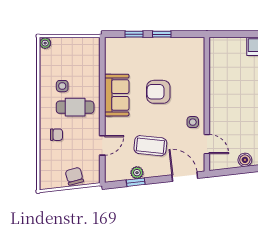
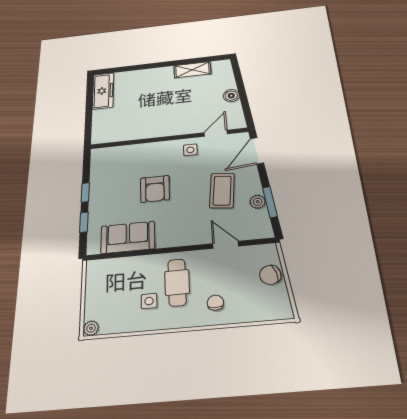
sofa: (117, 95) -> (128, 237), moved
window: (136, 182) -> (270, 202), width x1.50

